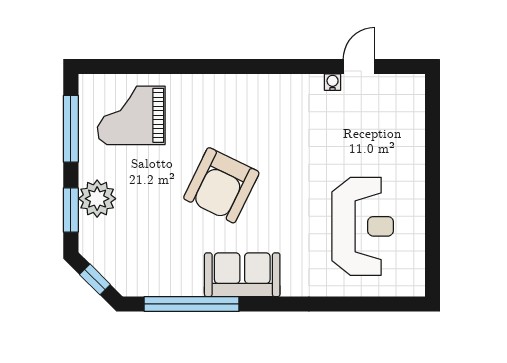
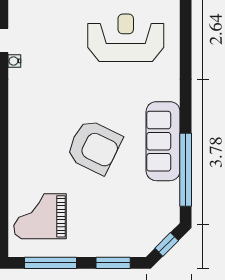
grand piano: (131, 115) -> (40, 216), turned 90
plant: (97, 199) -> (104, 243), removed
sofa: (242, 275) -> (163, 141), width x1.36

